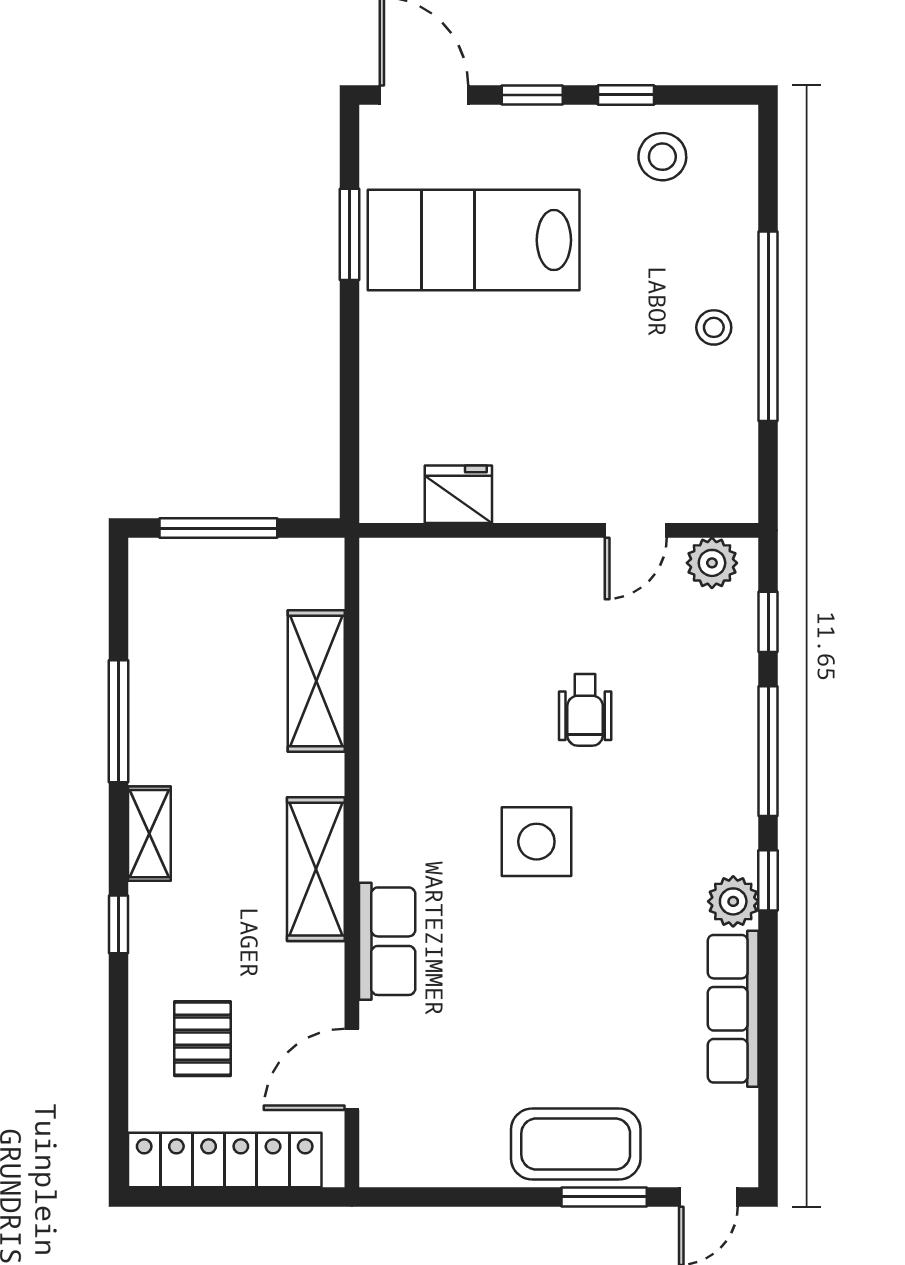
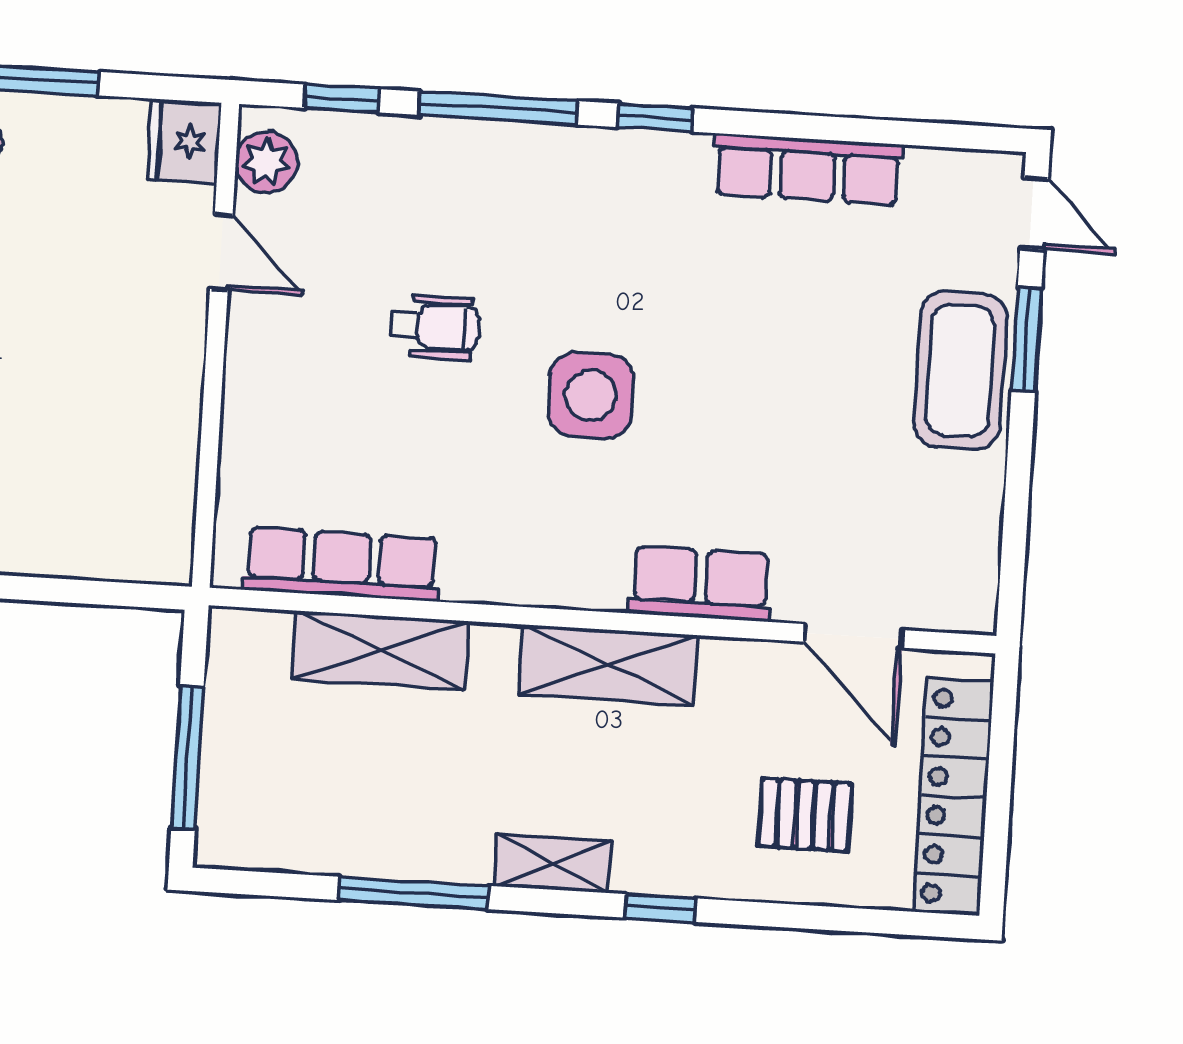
fridge: (458, 494) -> (184, 141), moved
row of seats: (385, 645) -> (341, 564), added
plant: (733, 901) -> (678, 162), removed

